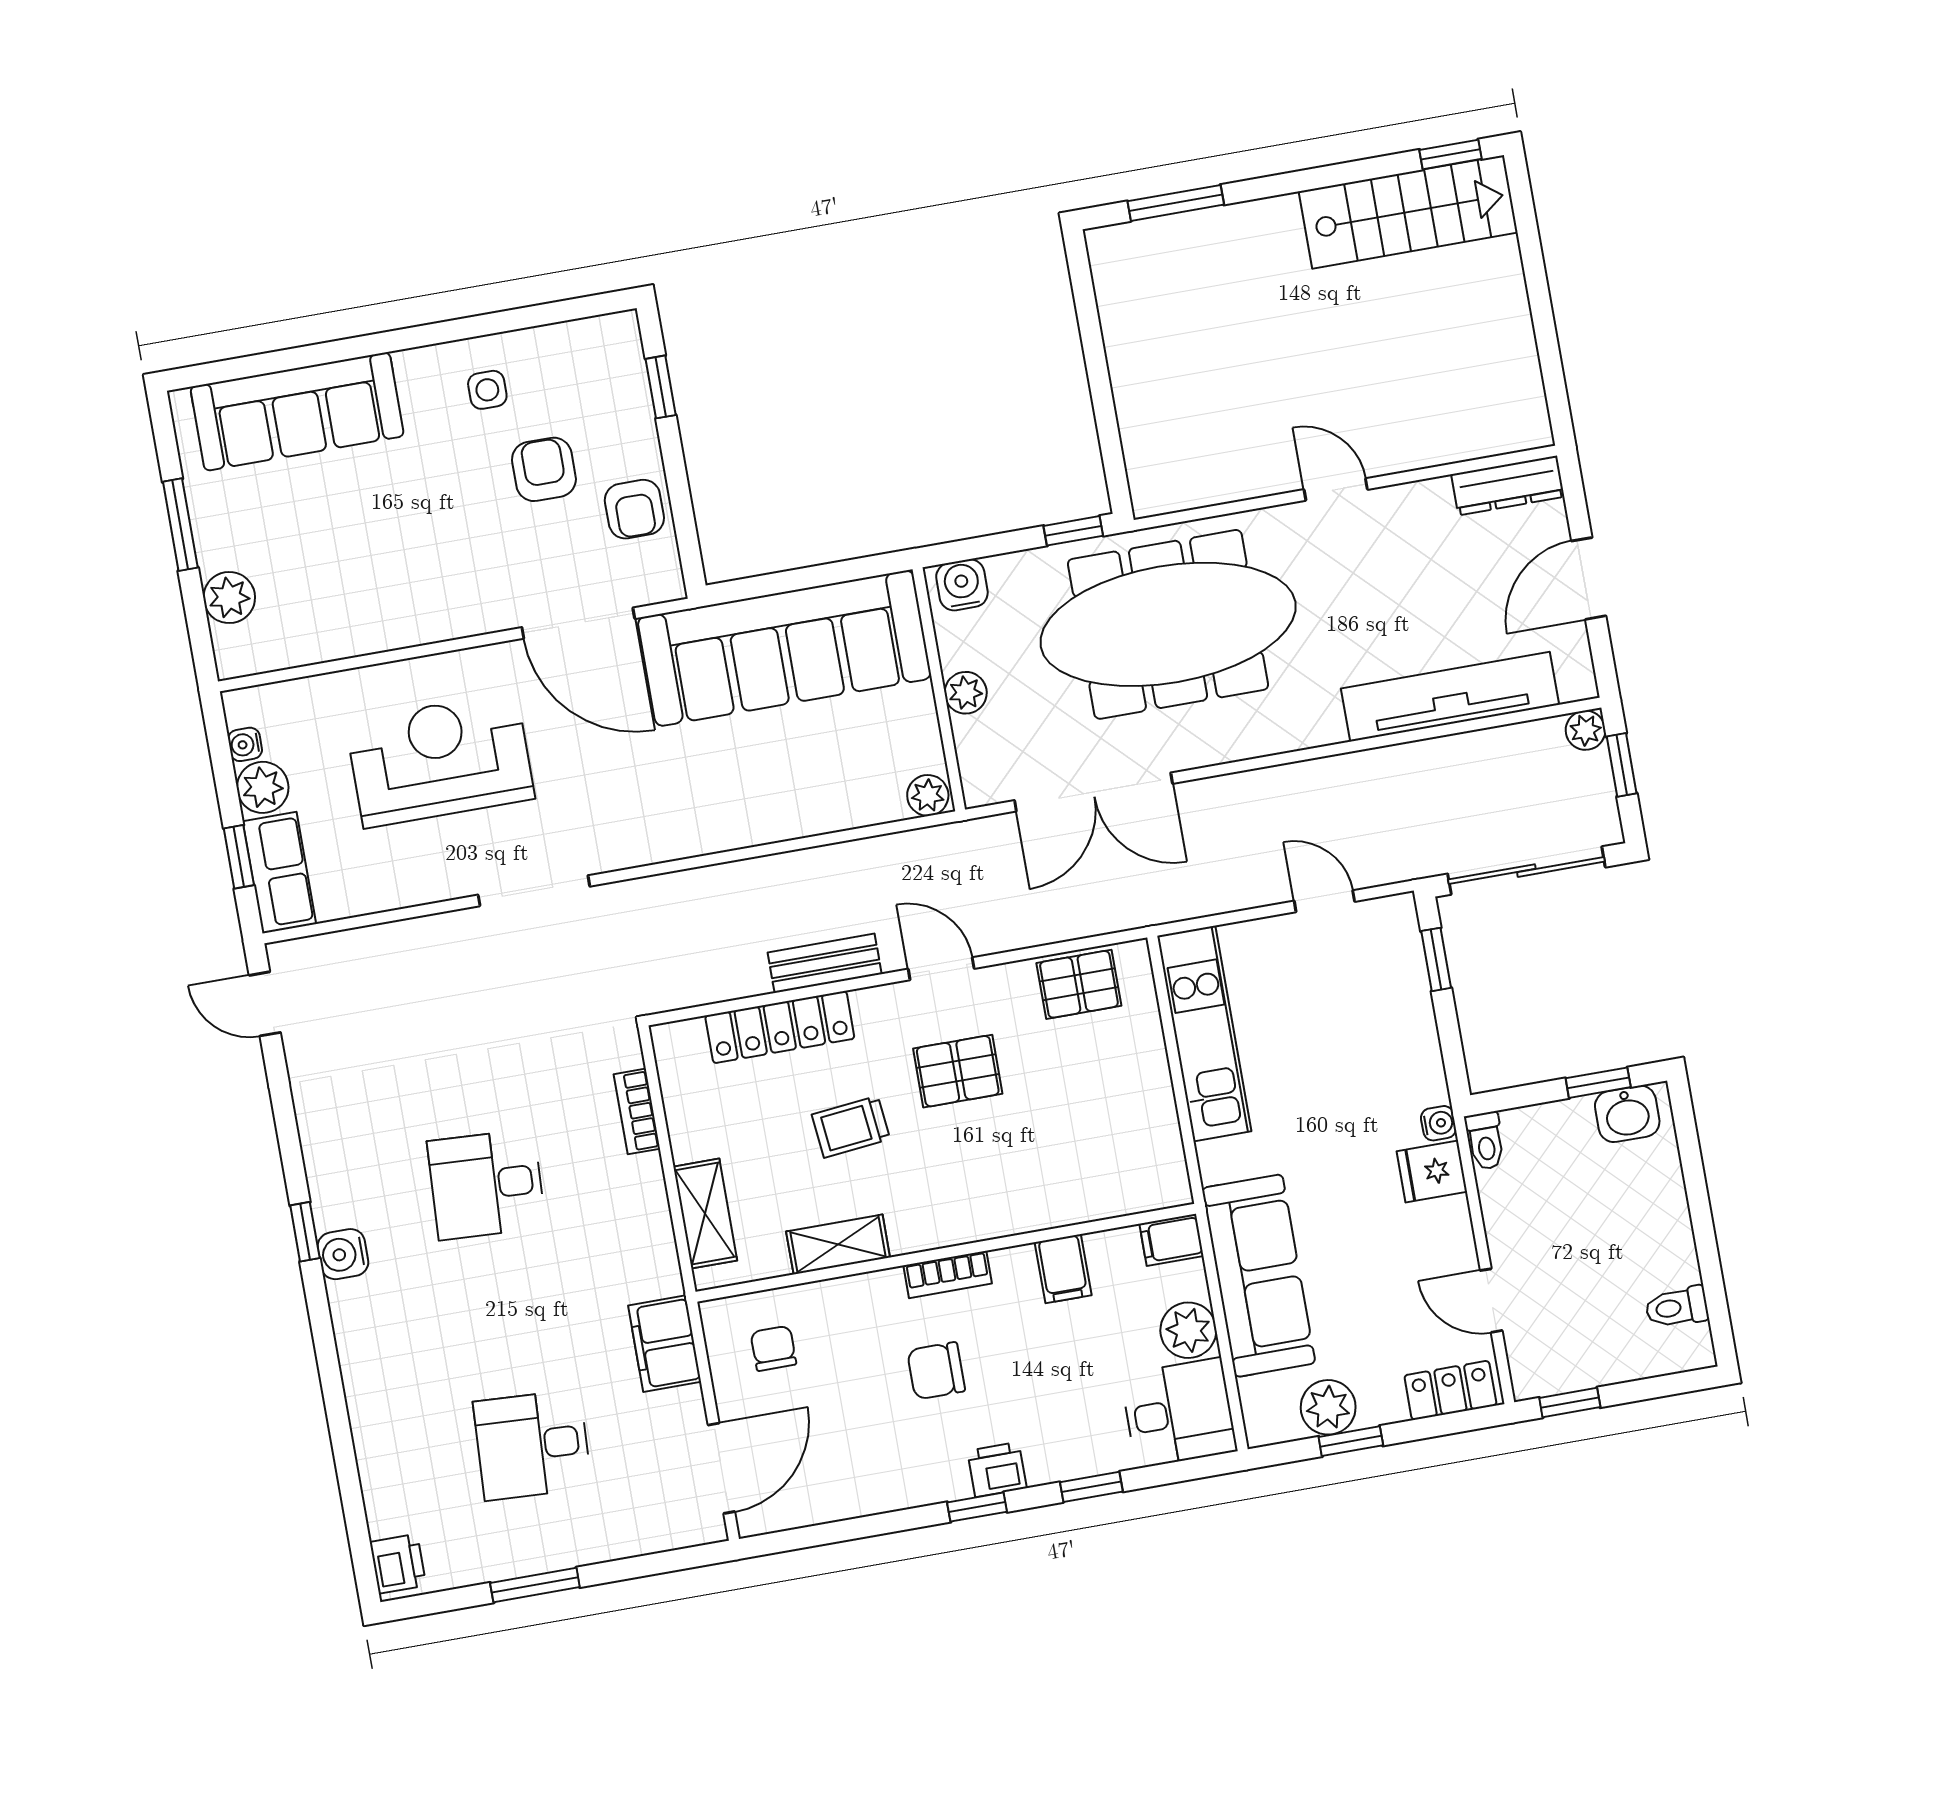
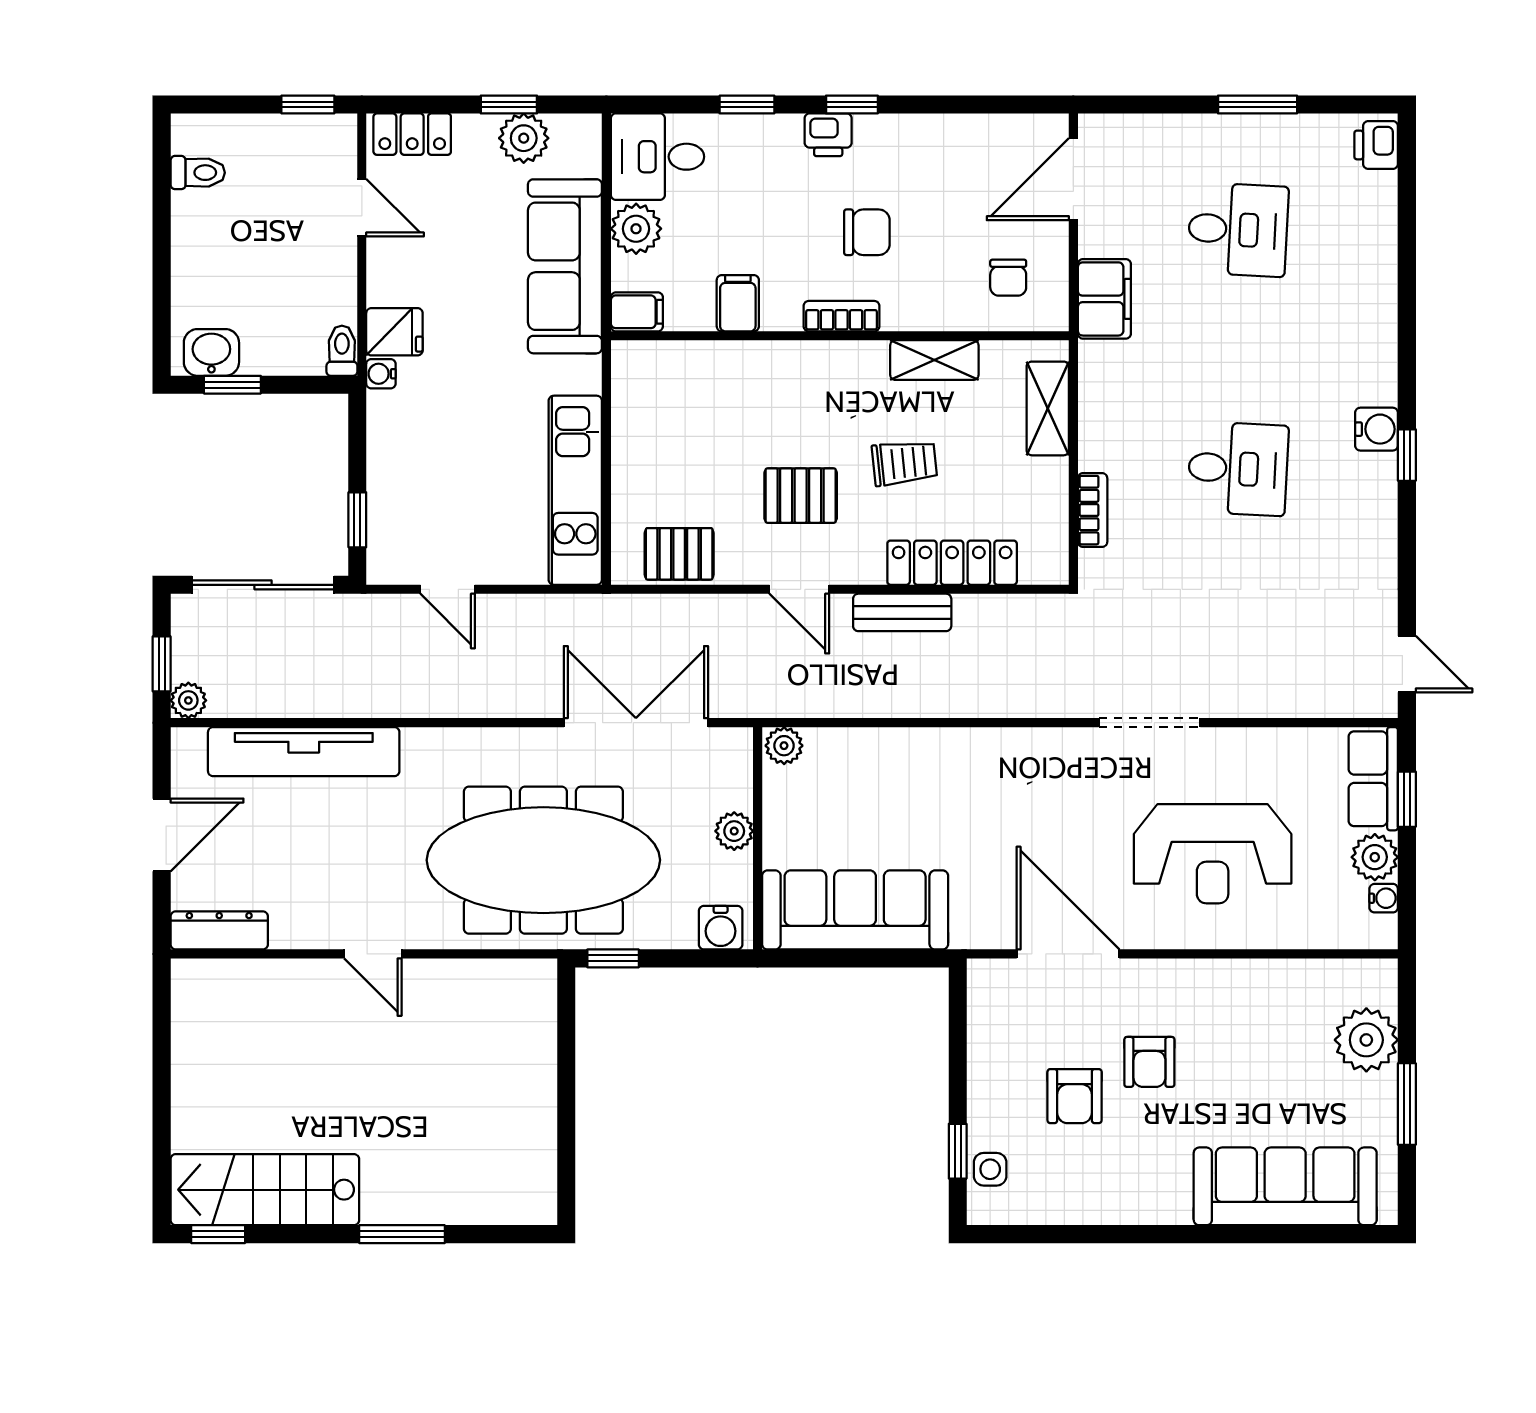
window: (1176, 203) -> (402, 1234), moved
side table: (487, 390) -> (990, 1169), moved
armchair: (634, 509) -> (1149, 1062), moved, turned 180
plant: (229, 598) -> (1366, 1040), width x1.36, depth x1.36
sofa: (784, 648) -> (855, 910), width x0.74, depth x0.79

